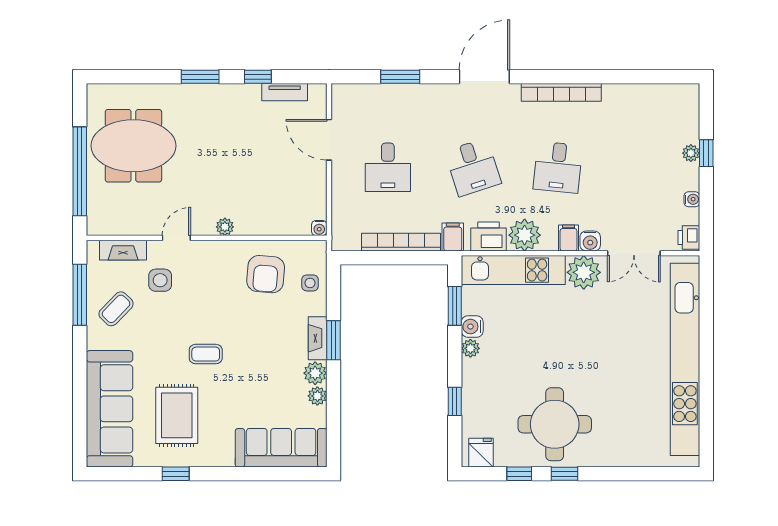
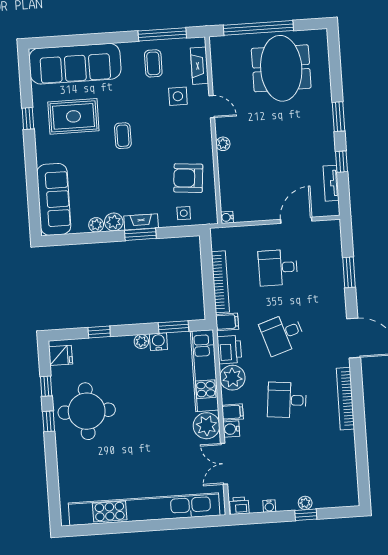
coffee table: (116, 309) -> (153, 63), turned 46

